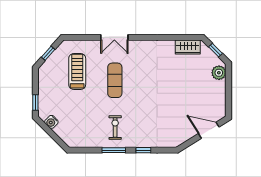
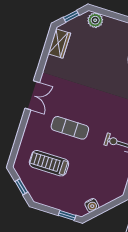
double door: (114, 37) -> (32, 95), moved

